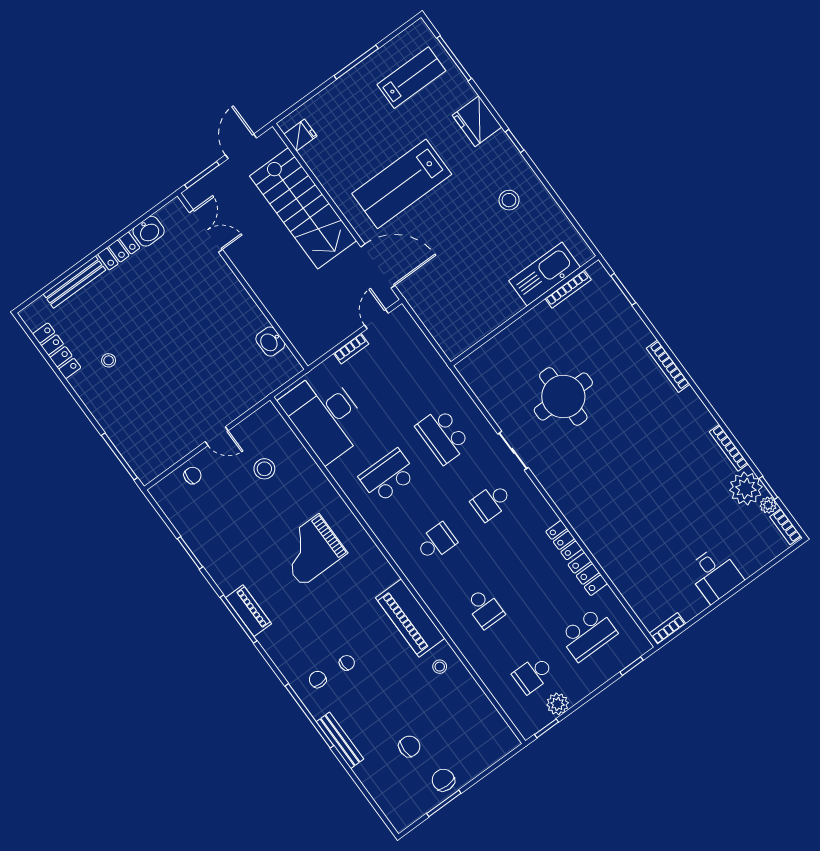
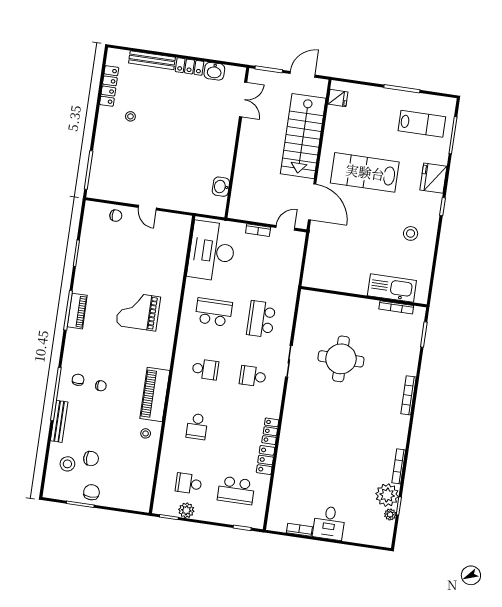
stool: (264, 469) -> (67, 464), moved
bookcase: (786, 527) -> (388, 534), removed
bookcase: (667, 629) -> (299, 530), moved

